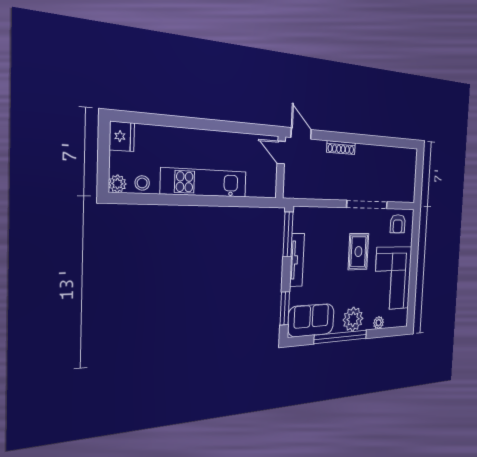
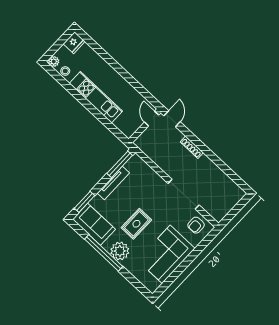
rug: (358, 252) -> (136, 224), moved
plant: (379, 323) -> (135, 271), removed

